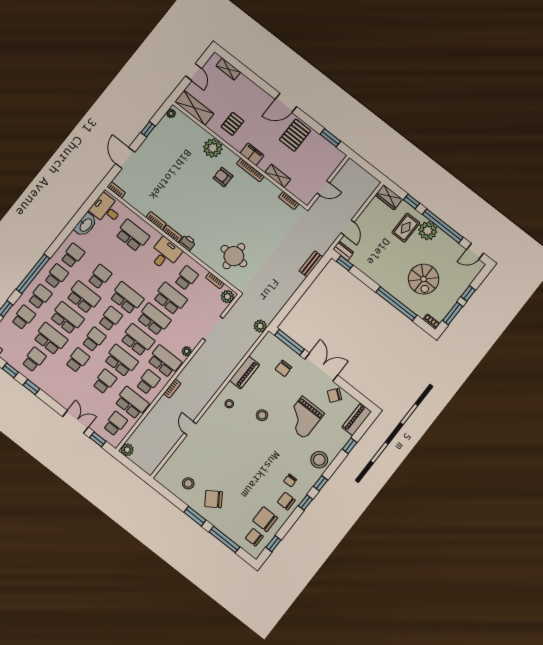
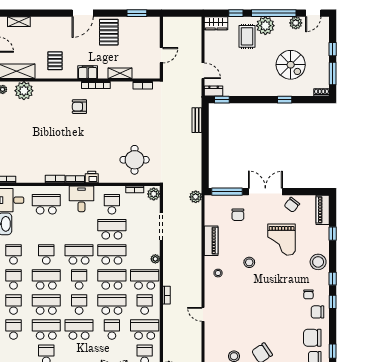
plant: (213, 148) -> (24, 91), moved
plant: (455, 248) -> (296, 23), added
window: (396, 304) -> (285, 100), width x0.32
school desk: (78, 360) -> (79, 330), width x1.85

